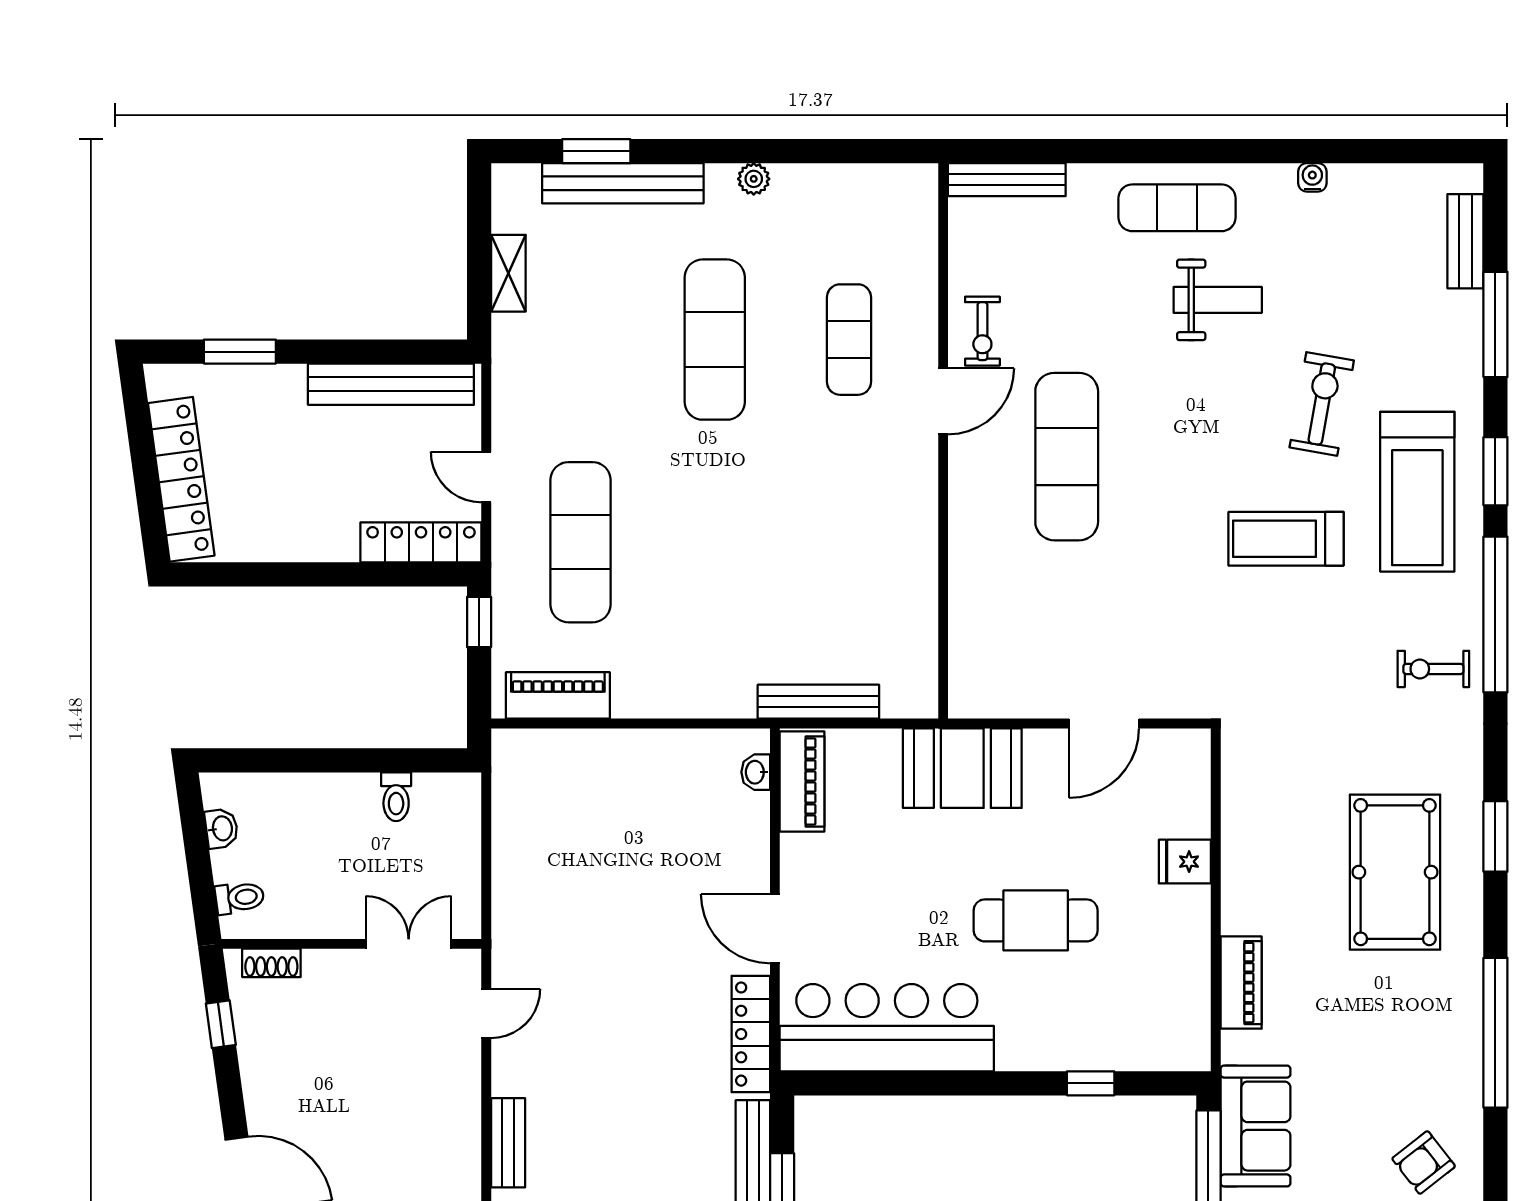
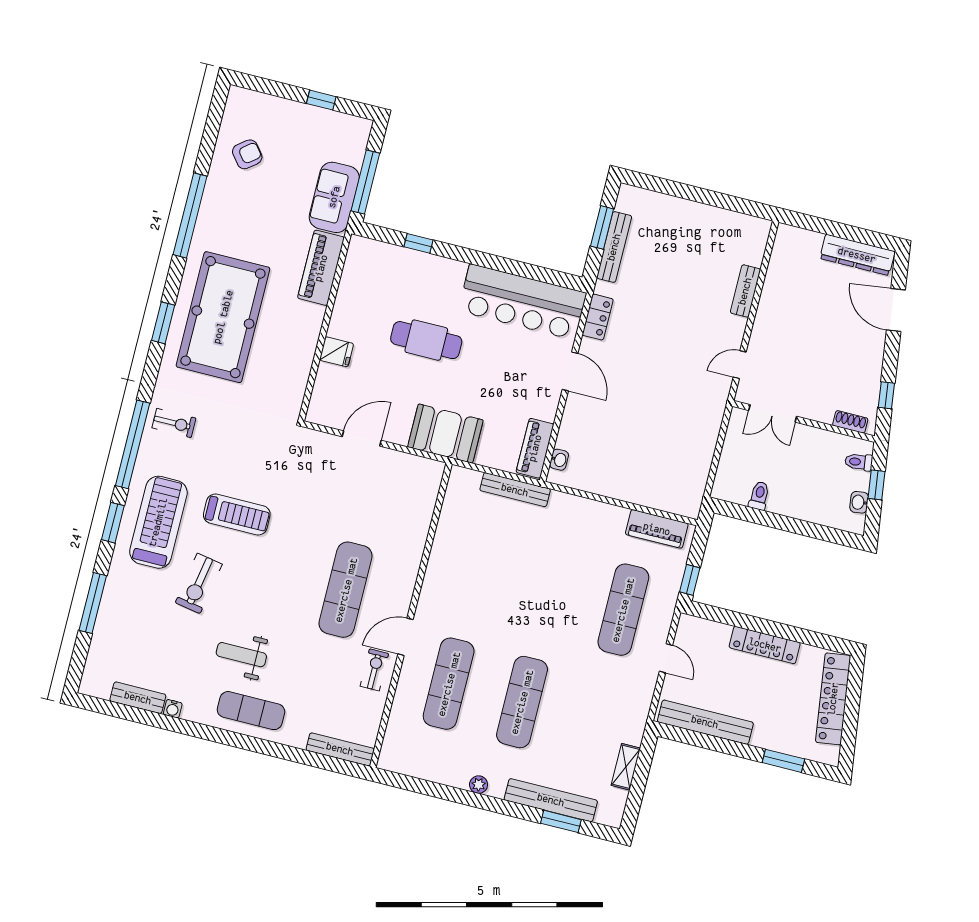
bench: (1465, 241) -> (138, 698), moved, turned 90
exercise mat: (849, 340) -> (449, 684), width x1.36, depth x1.45
locker: (421, 542) -> (765, 645), moved
window: (199, 866) -> (876, 485), added
pool table: (1395, 872) -> (223, 317), width x1.36, depth x1.32
piano: (1241, 983) -> (321, 268), width x1.37, depth x1.33
locker: (751, 1034) -> (598, 317), width x0.66

